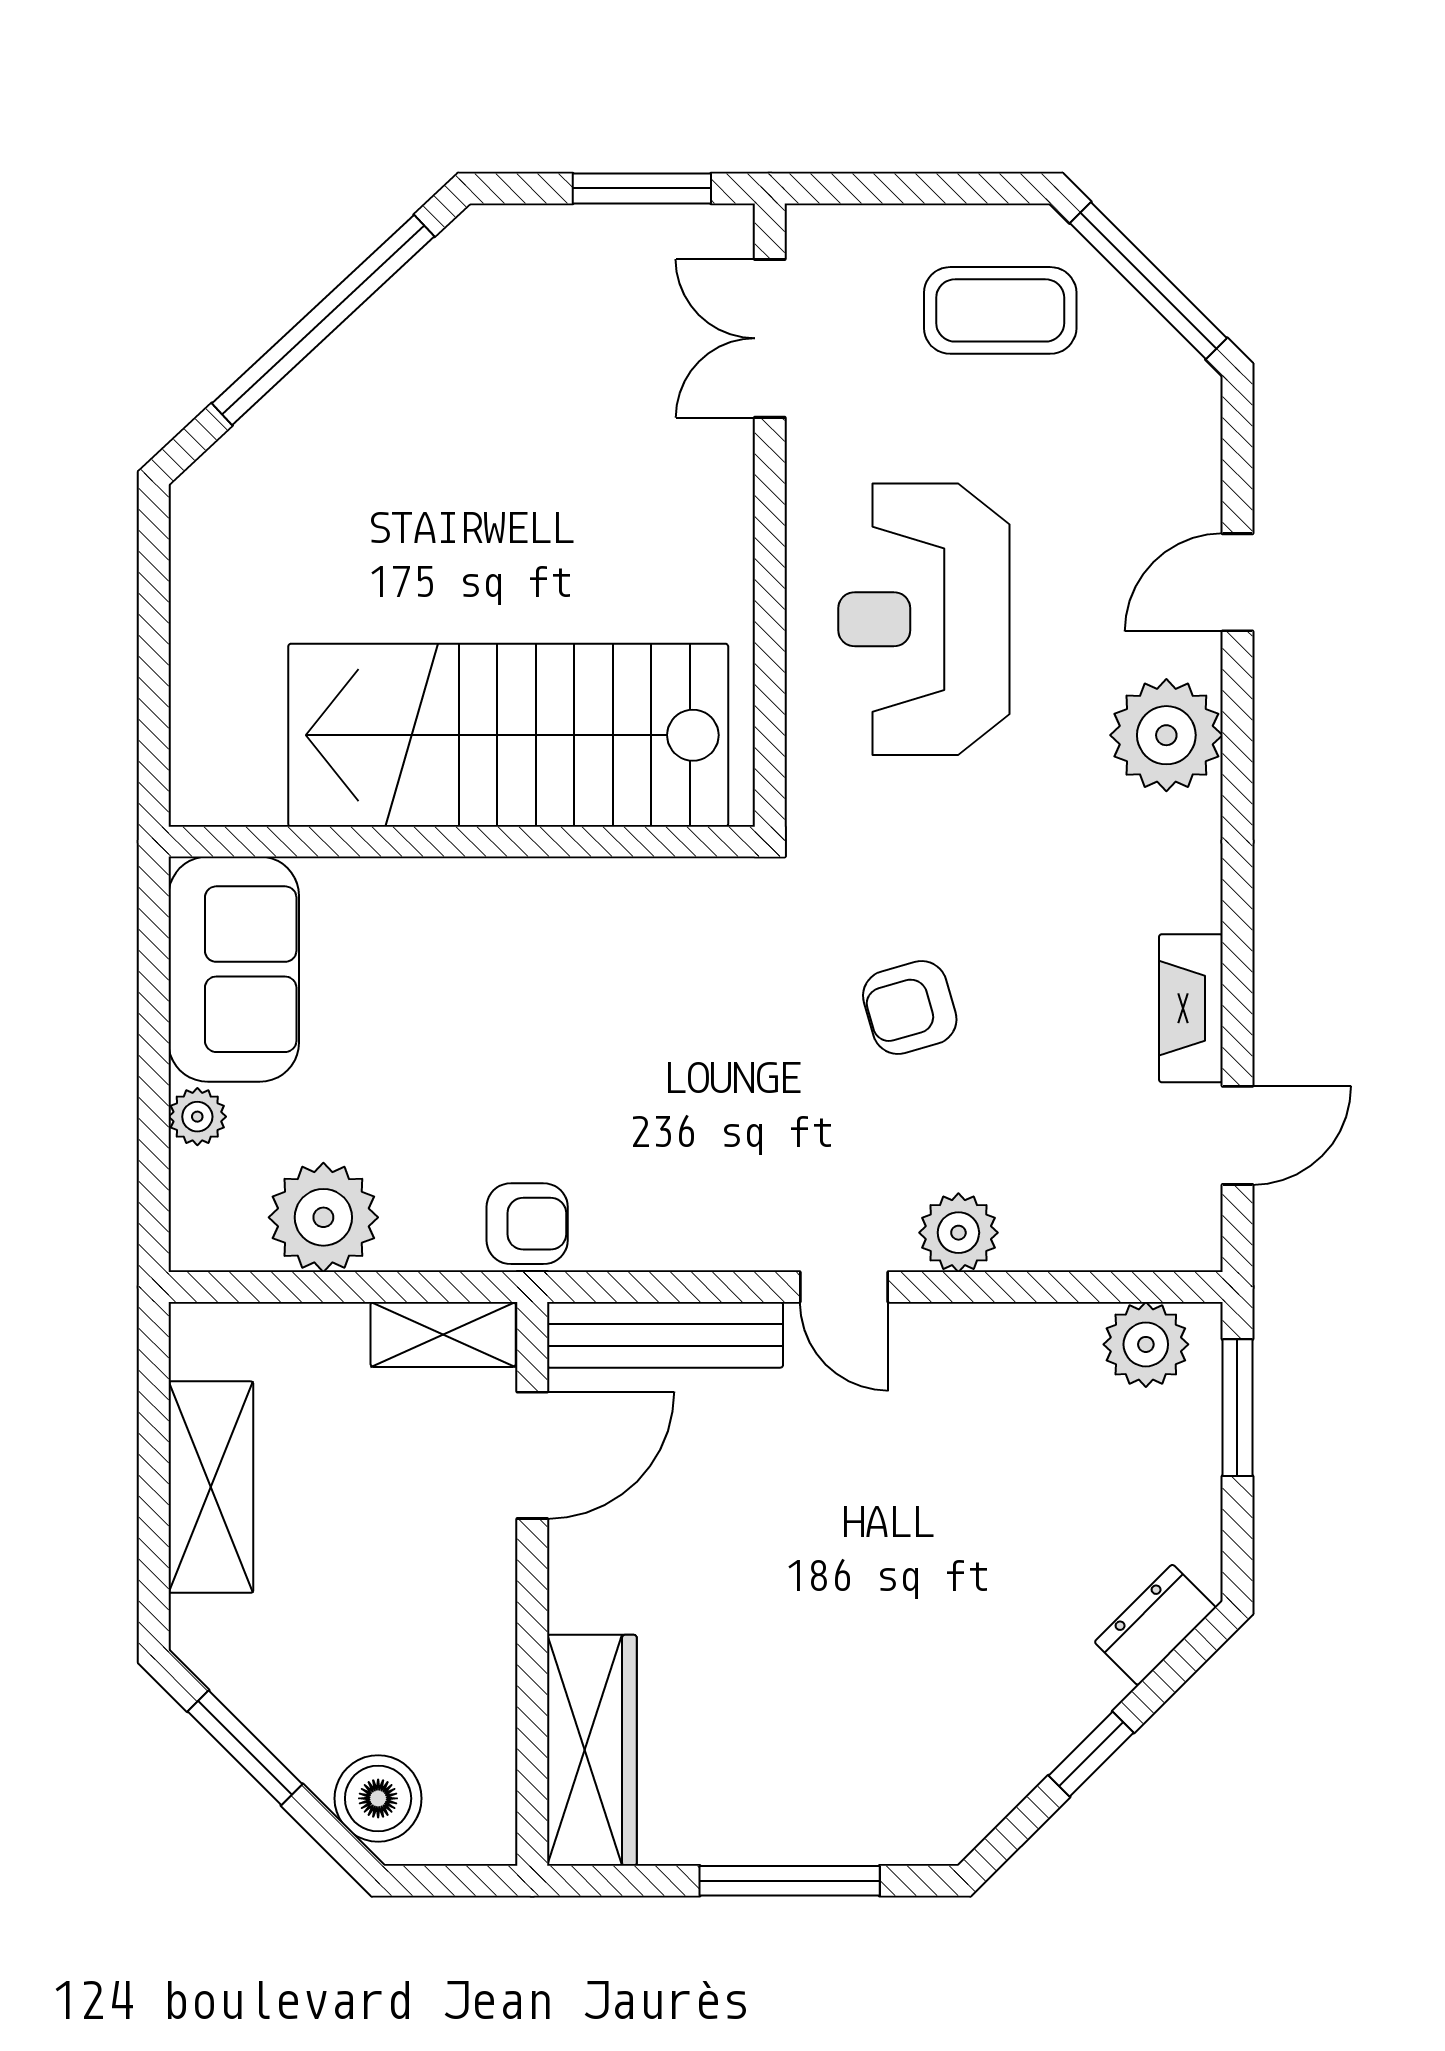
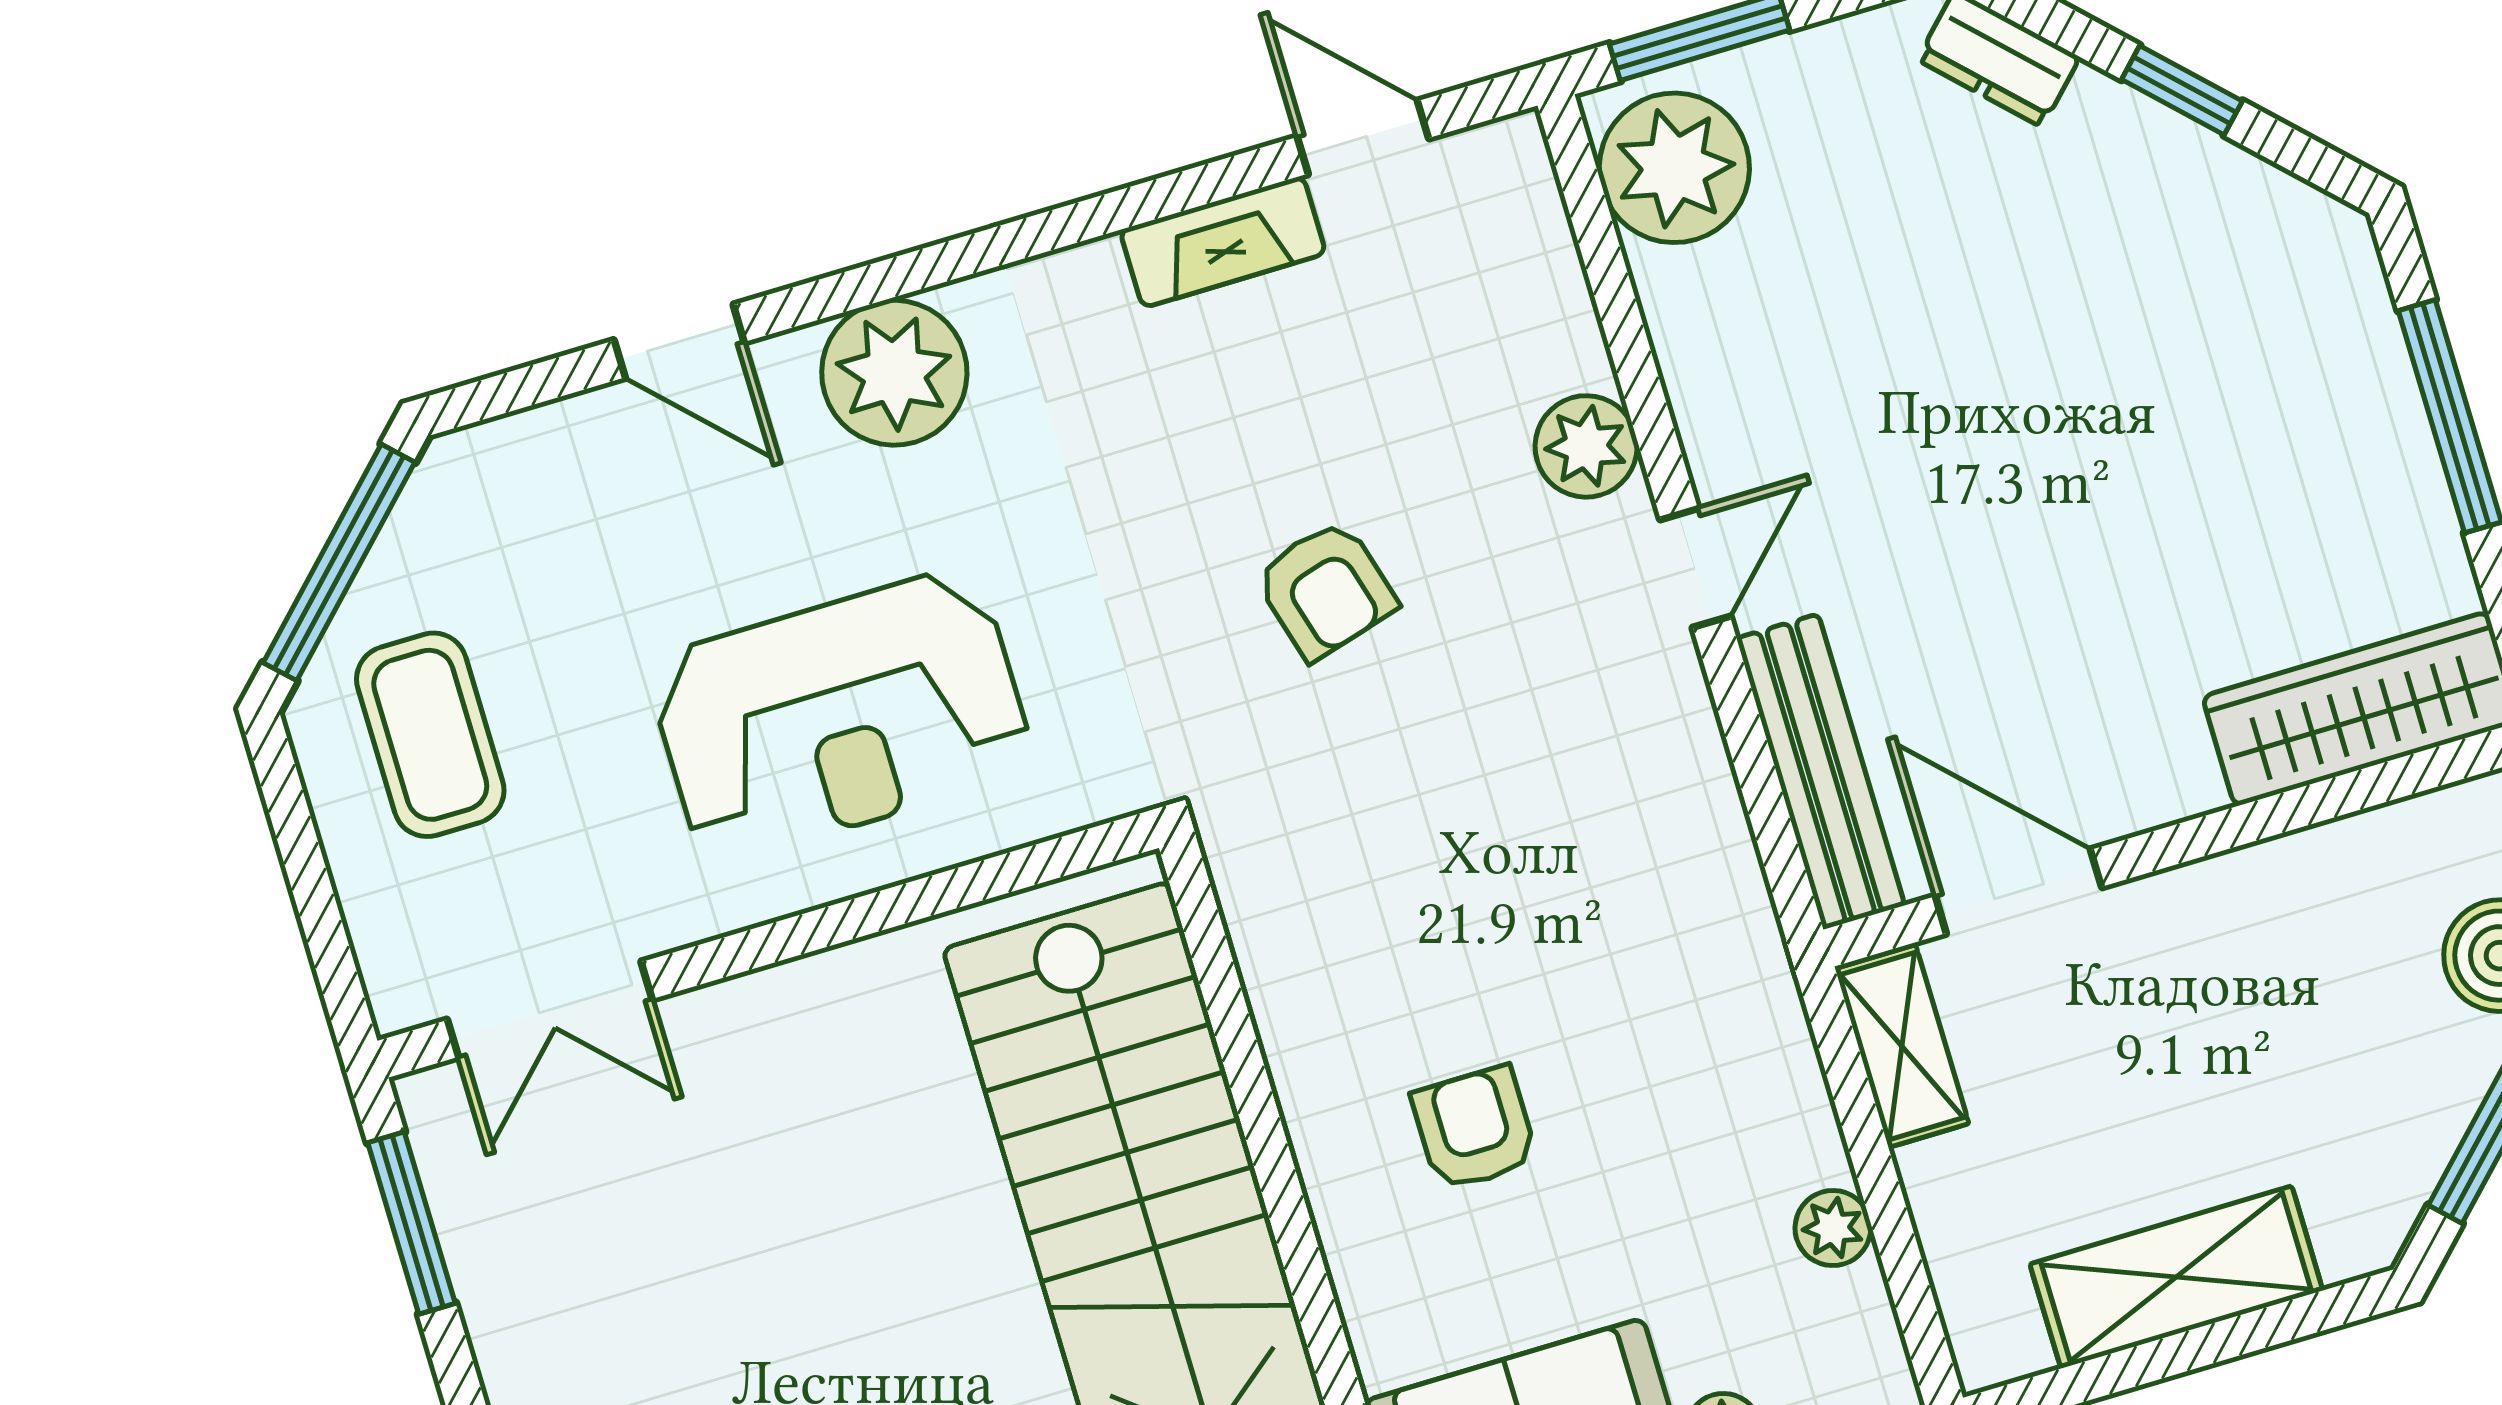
plant: (323, 1217) -> (1833, 1228), width x0.53, depth x0.53
armchair: (527, 1224) -> (1474, 1128), moved
plant: (1146, 1344) -> (1674, 168), width x1.36, depth x1.36

